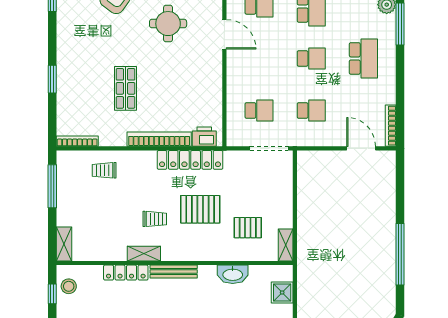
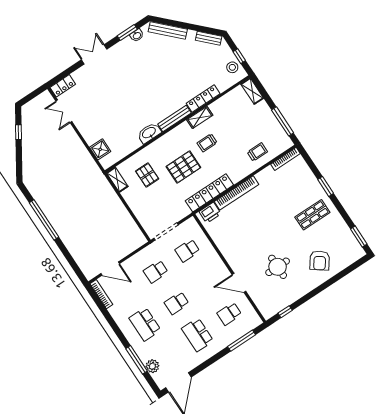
shop shelf: (126, 88) -> (312, 215), moved, turned 90
pallet: (248, 228) -> (147, 175), turned 90
washbasin: (233, 274) -> (149, 133), moved

